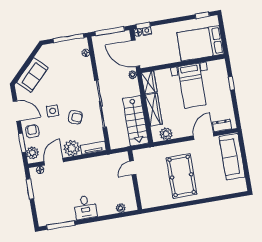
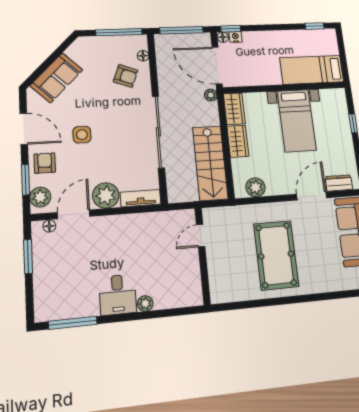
bed: (200, 43) -> (312, 70), width x0.67
wardrobe: (154, 110) -> (238, 141), width x0.67
armchair: (75, 117) -> (126, 76), moved
plant: (121, 208) -> (145, 303), moved

